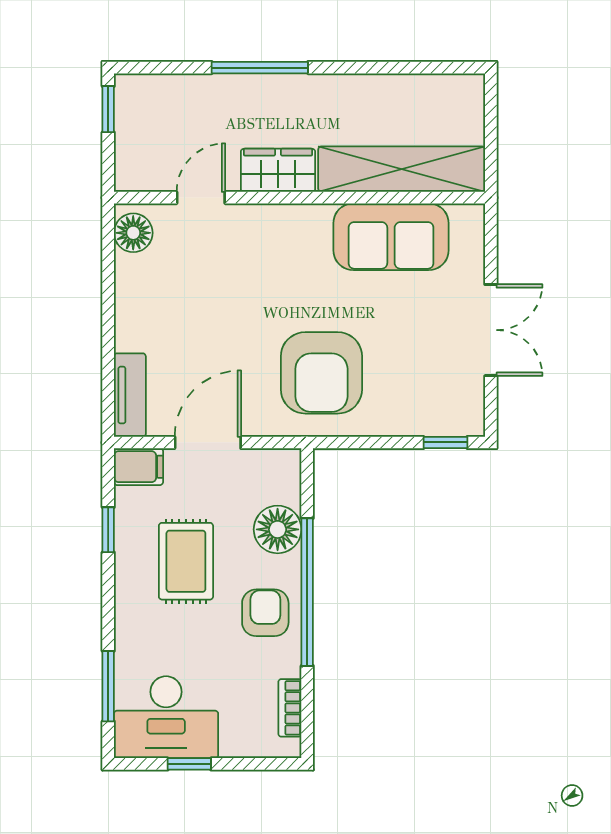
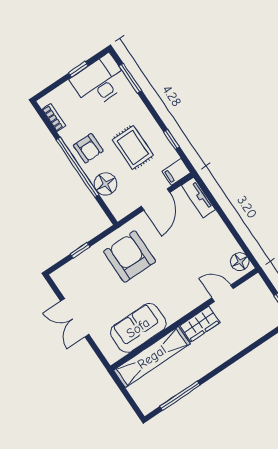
window: (260, 68) -> (180, 396), moved
door: (201, 198) -> (223, 293), swing flipped
window: (445, 442) -> (80, 250), moved

